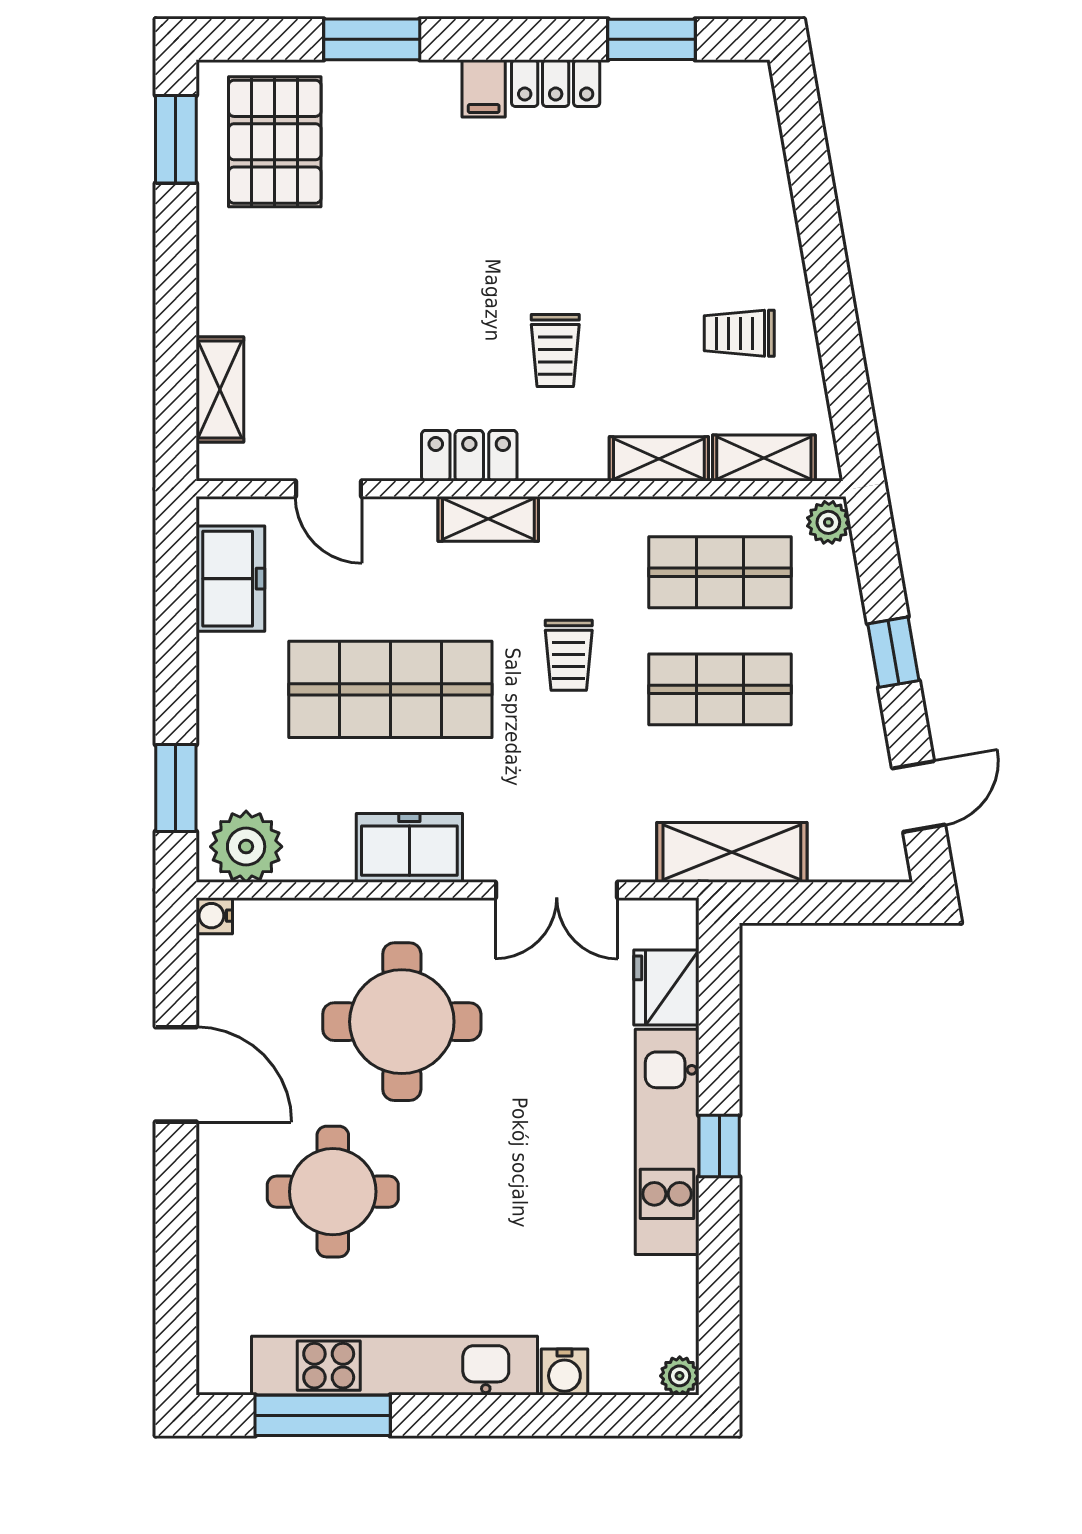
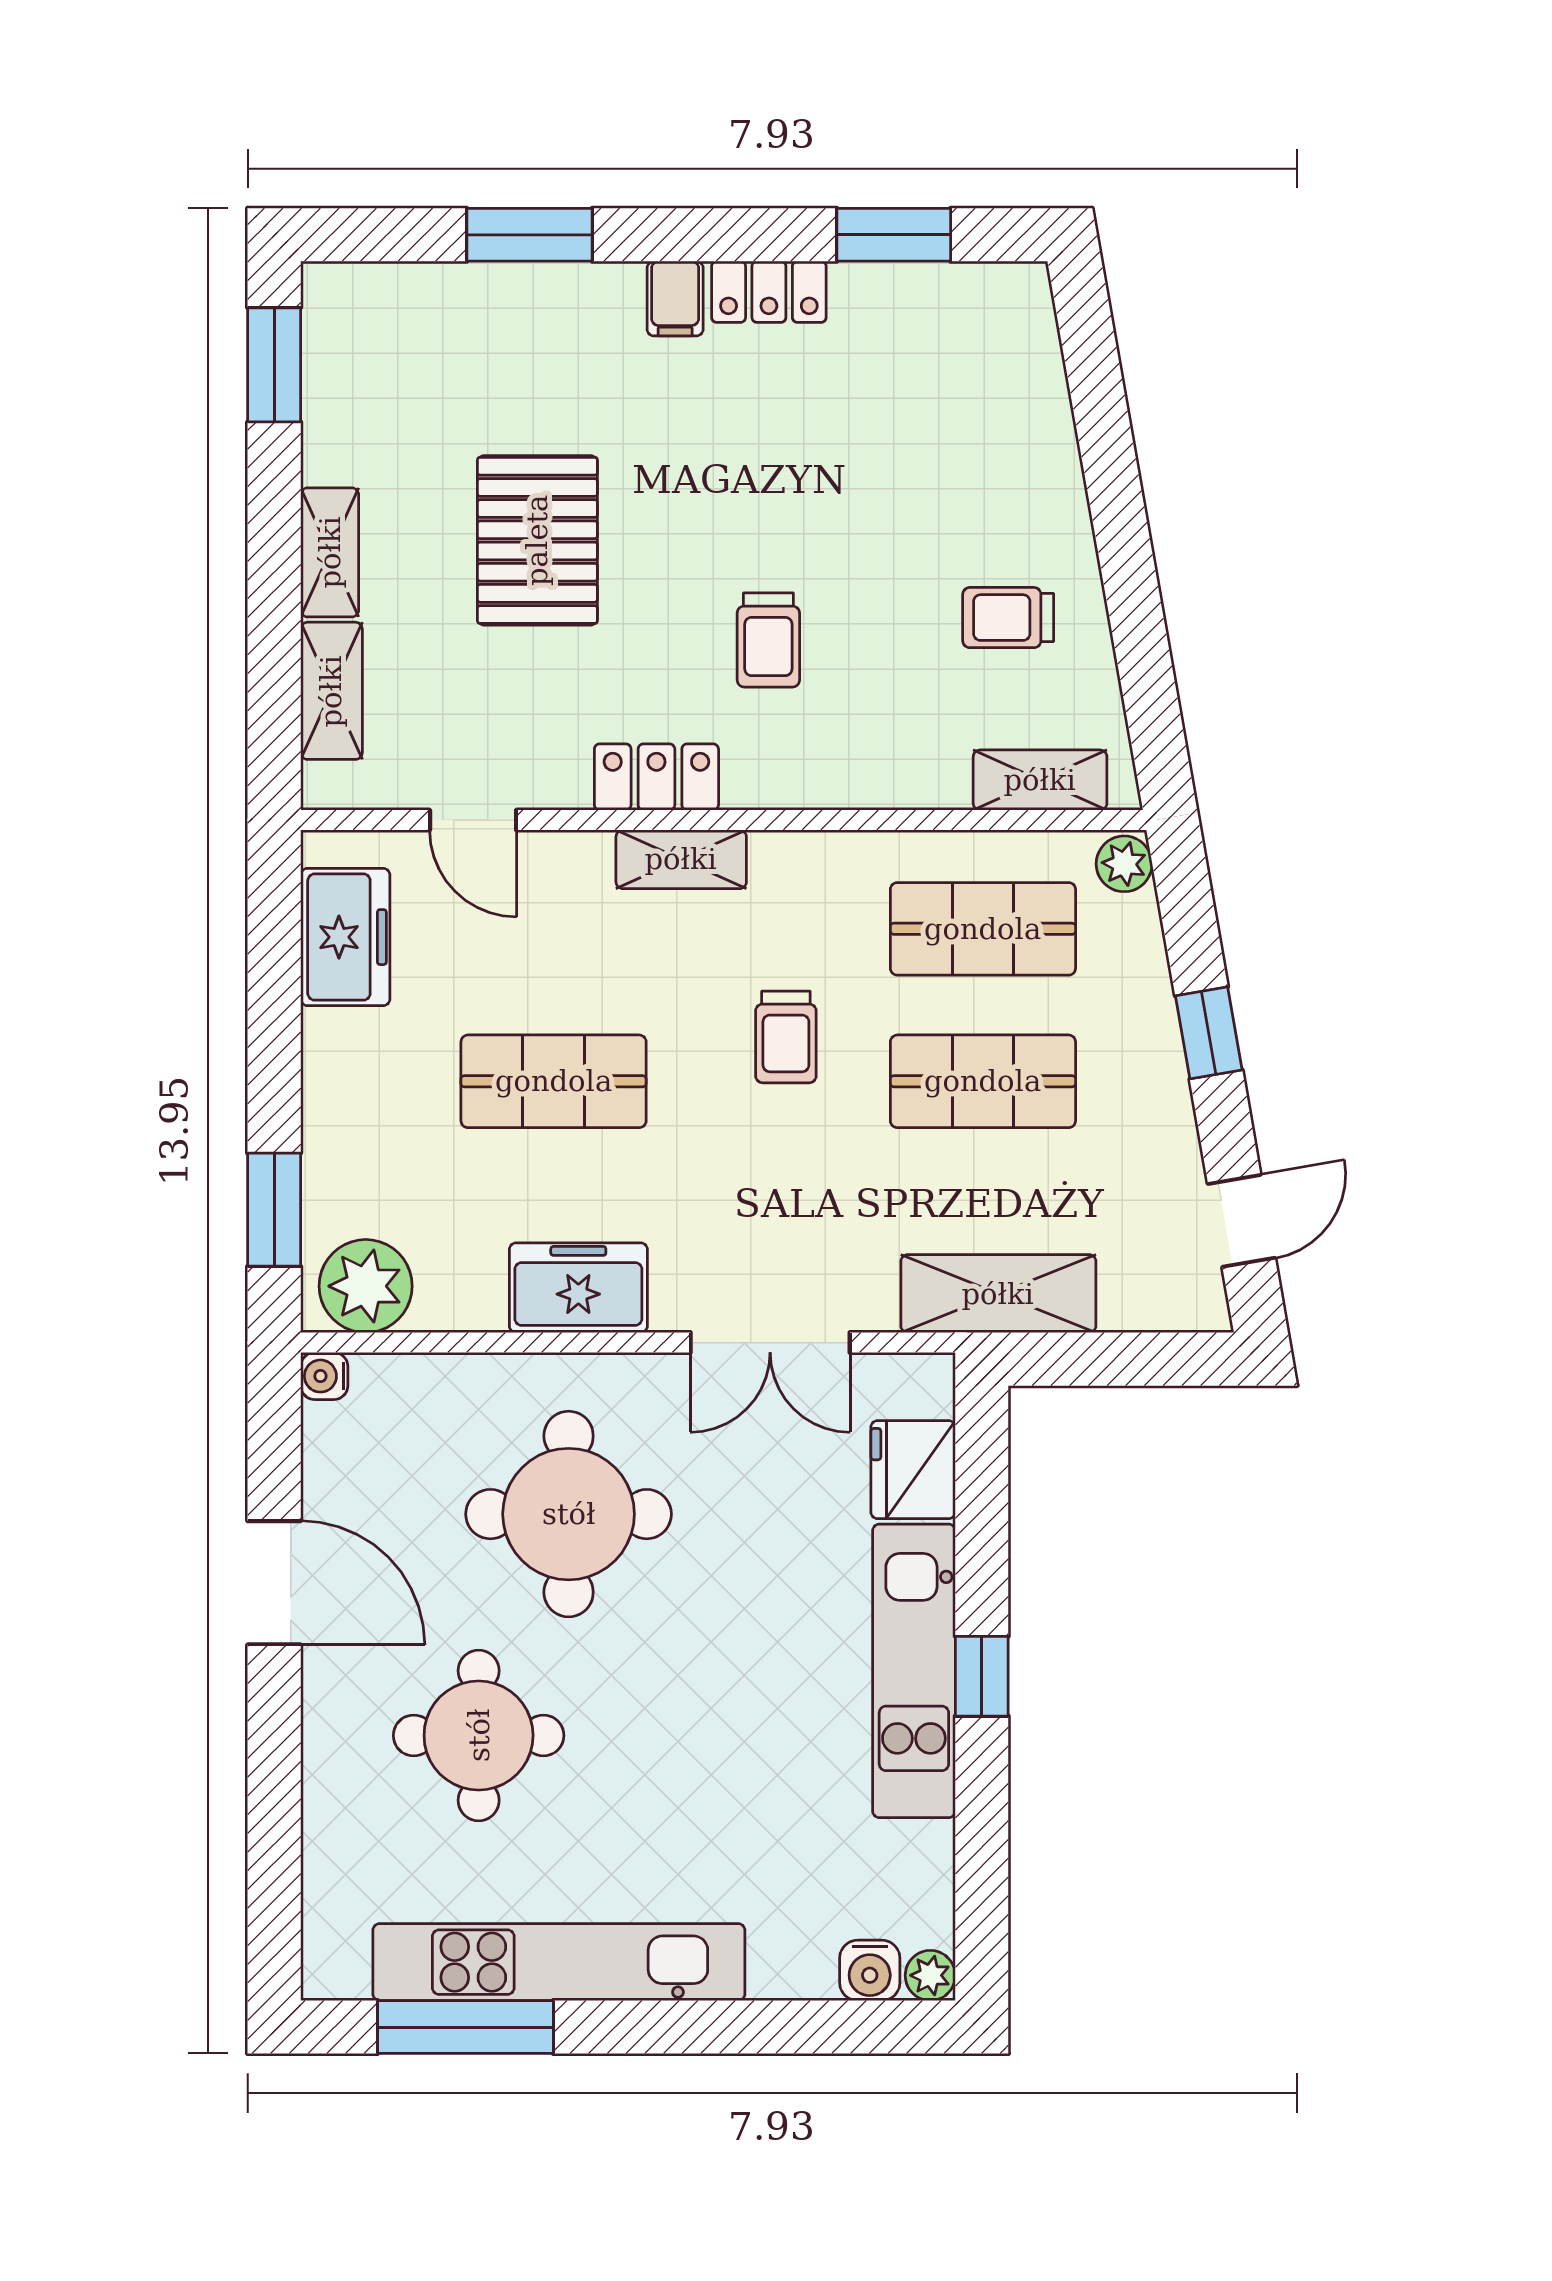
pallet: (275, 142) -> (537, 540), moved
shelving: (659, 459) -> (330, 552), moved, turned 90
shop shelf: (390, 689) -> (554, 1081), width x0.70, depth x0.74
water cooler: (564, 1372) -> (870, 1970), moved

